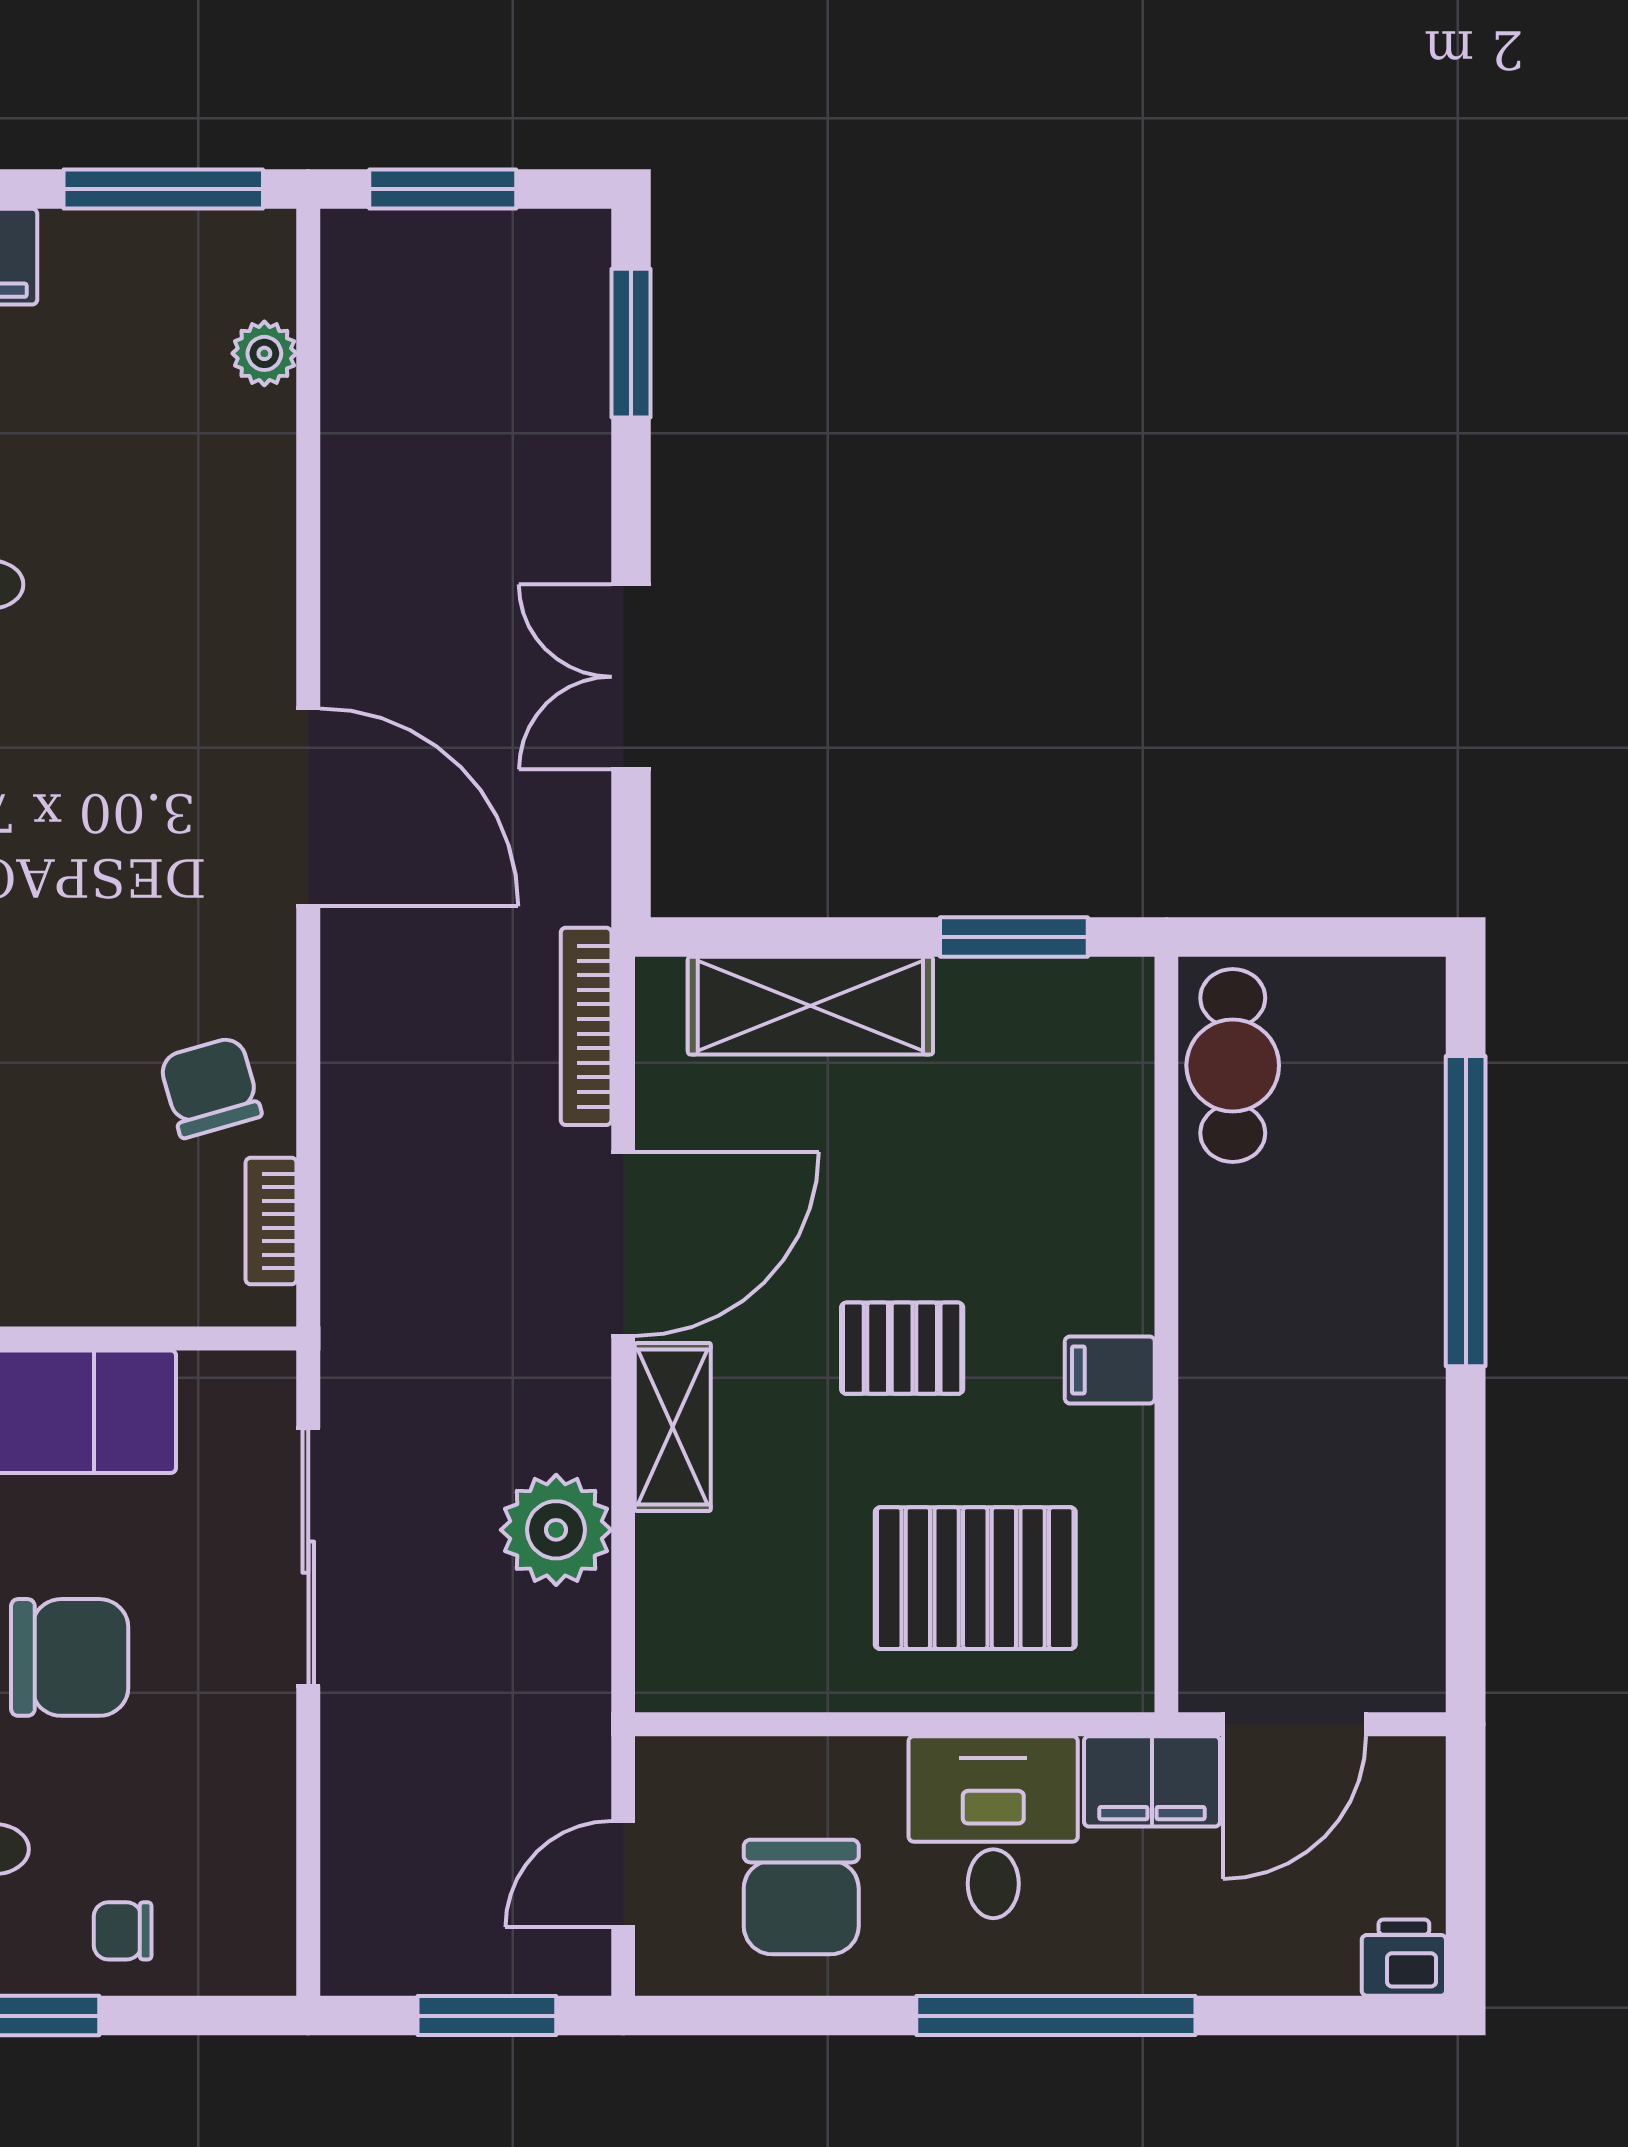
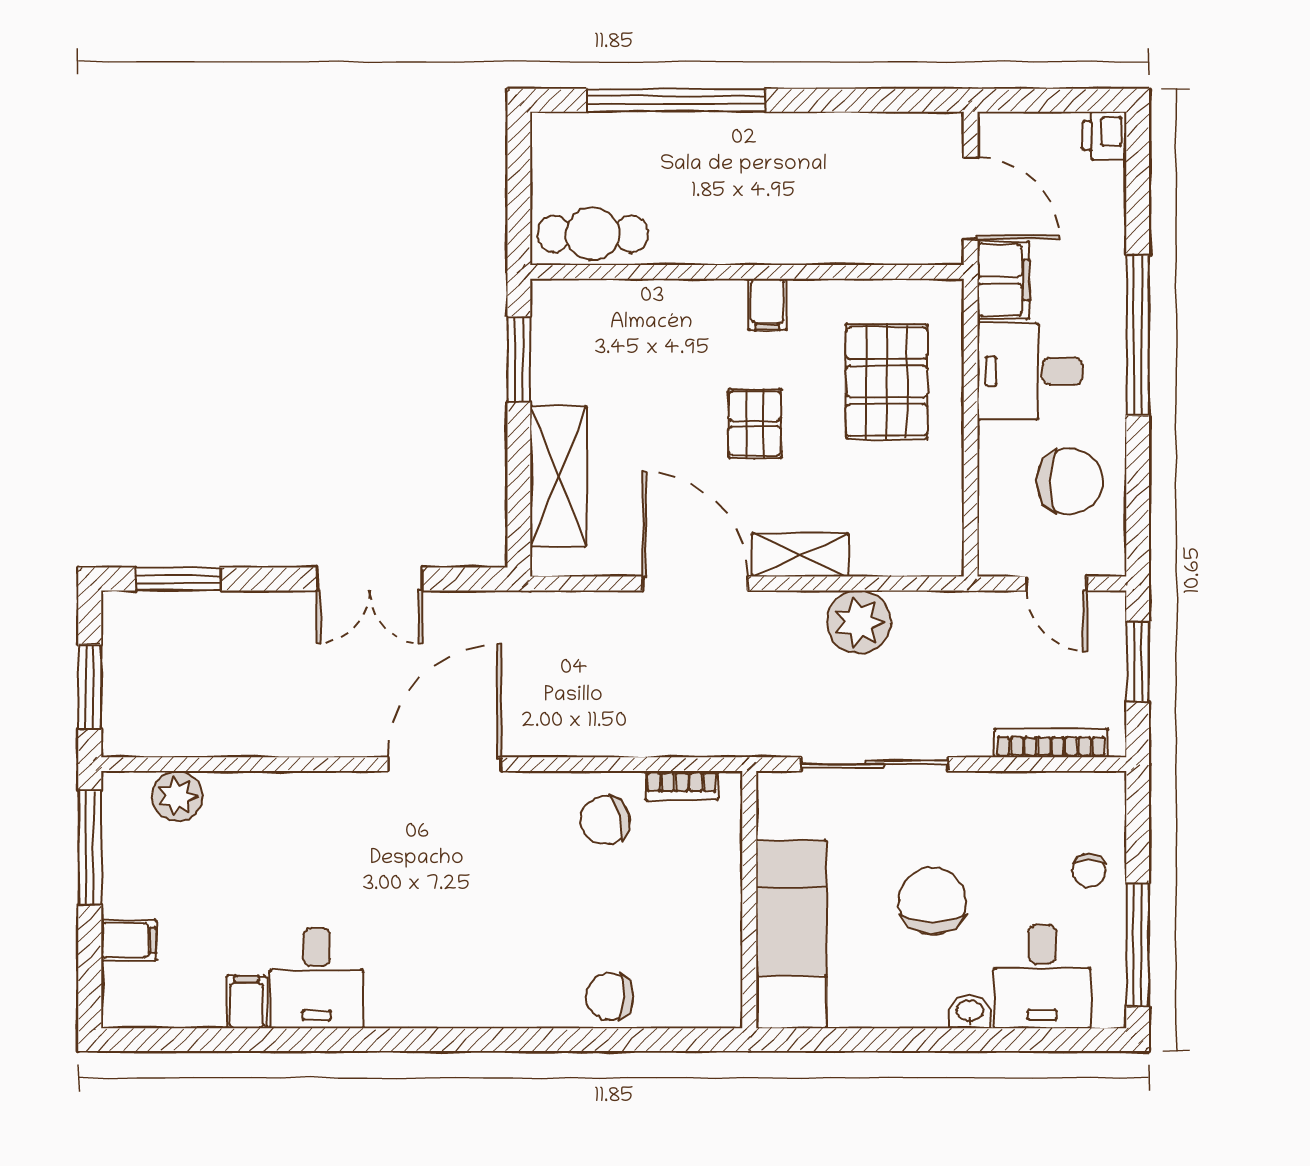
plant: (264, 353) -> (177, 796), width x1.38, depth x1.38
bookcase: (586, 1026) -> (1051, 743), moved, turned 180

